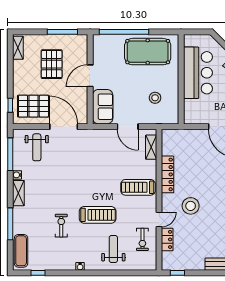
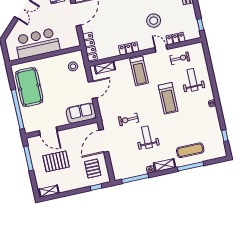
door: (90, 76) -> (48, 131), moved
stool: (155, 98) -> (73, 66), moved
pallet: (33, 106) -> (93, 169), width x0.67, depth x0.71
locker: (180, 135) -> (90, 47), added
weight bench: (37, 147) -> (147, 137), moved, turned -90
locker: (168, 174) -> (129, 48), width x0.66
stool: (191, 206) -> (154, 21), moved
treadmill: (98, 215) -> (168, 98), turned 180
exercise bike: (61, 226) -> (128, 119), moved
weight bench: (113, 249) -> (193, 80), turned 90
exercise mat: (21, 251) -> (190, 150), moved

